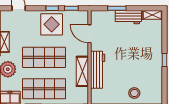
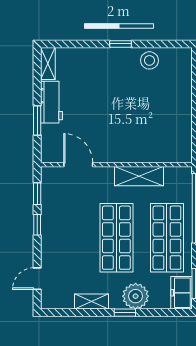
display table: (52, 24) -> (63, 226), removed
door: (90, 34) -> (78, 165), swing flipped
workbench: (98, 70) -> (136, 152), removed
stool: (134, 93) -> (149, 60), moved

